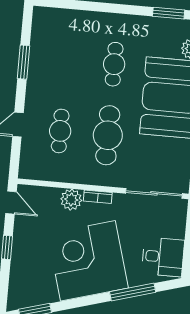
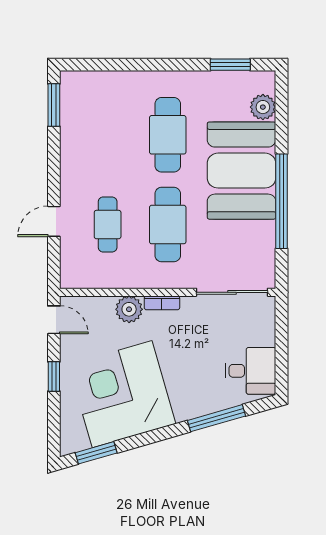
window: (24, 62) -> (54, 105), moved
cafe table: (114, 64) -> (168, 135), width x1.37, depth x1.35
corner desk: (88, 261) -> (122, 394), moved

